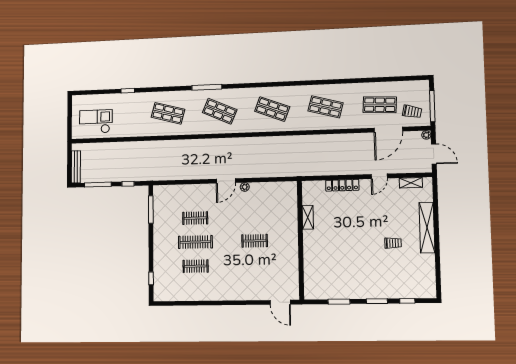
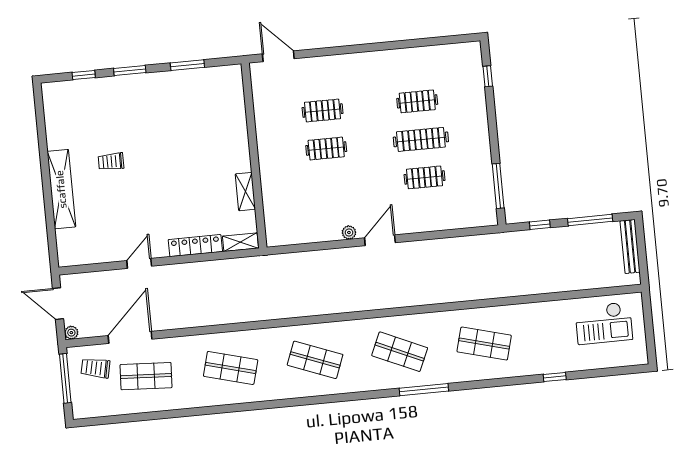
shelving: (411, 183) -> (240, 242), moved
clothes rail: (255, 265) -> (323, 111), added

